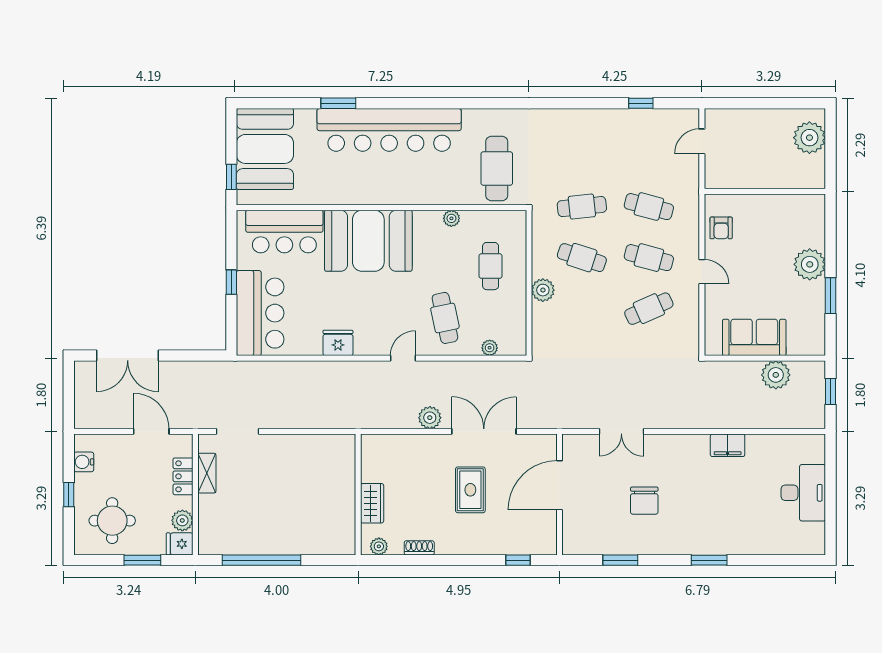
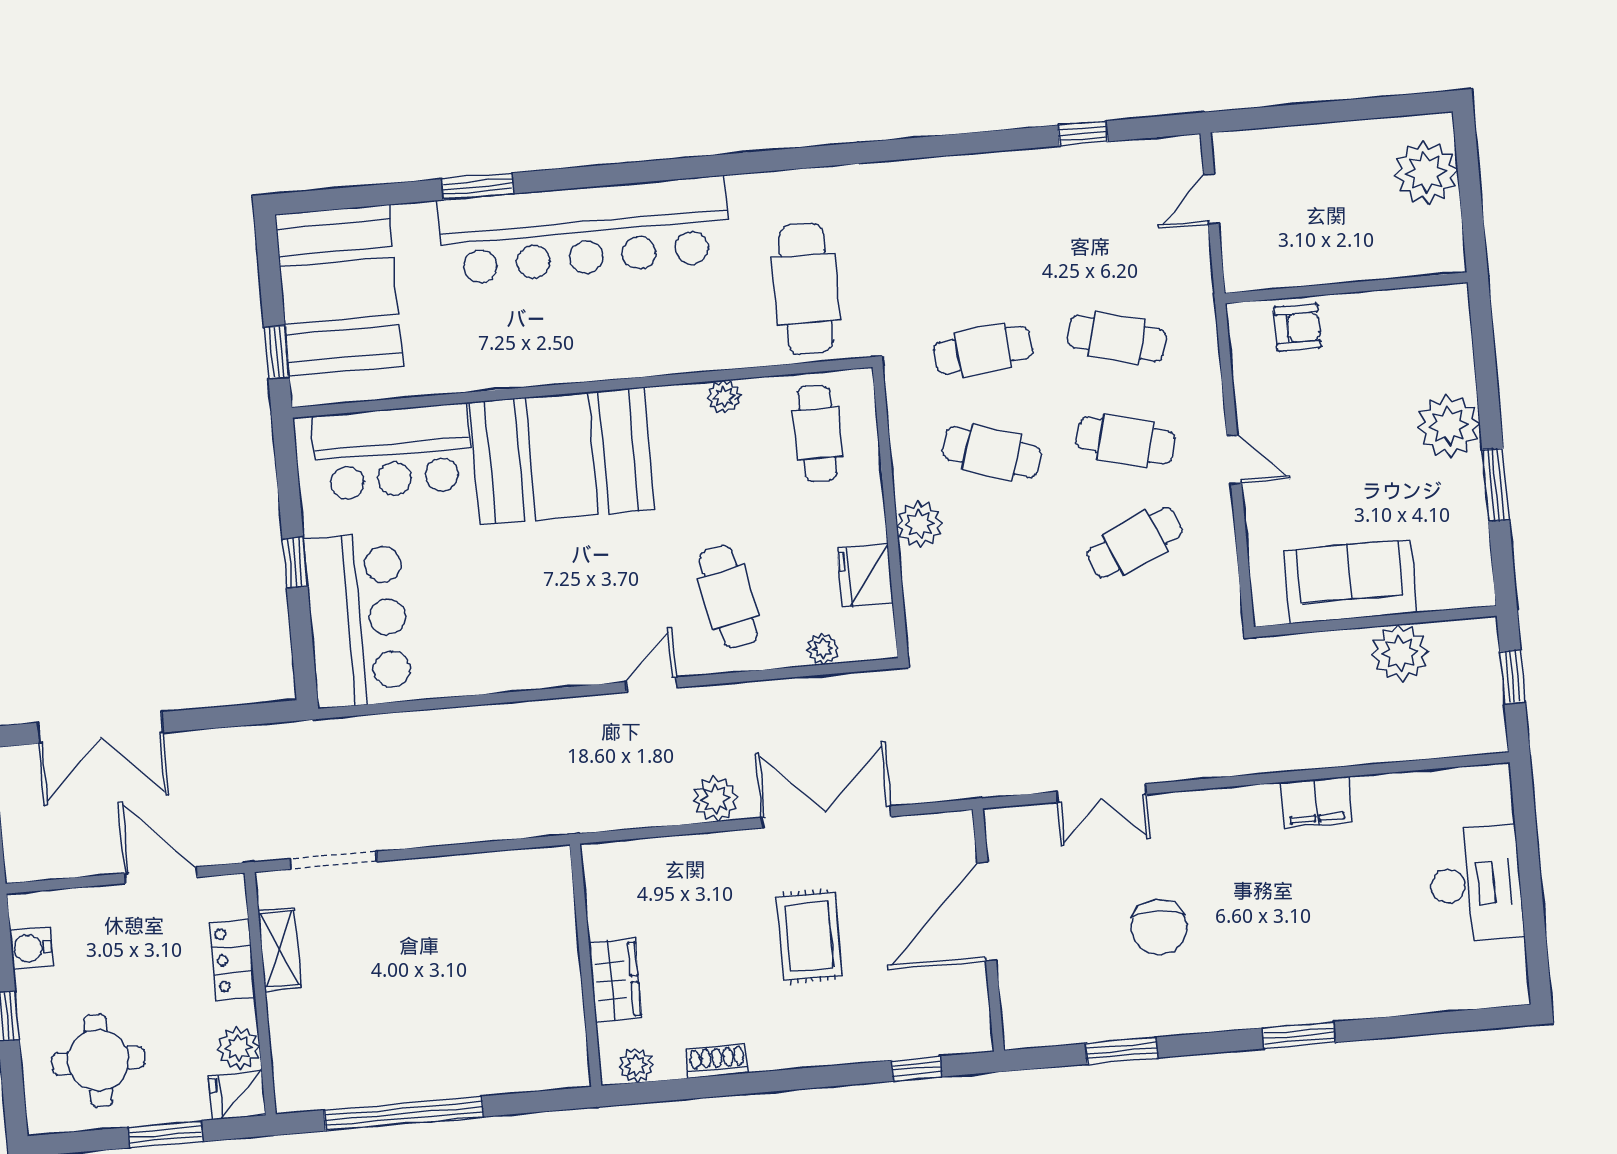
armchair: (721, 228) -> (1297, 328), moved, turned -90
cafe table: (491, 266) -> (818, 434), moved
fridge: (338, 343) -> (865, 575), moved, turned -90

